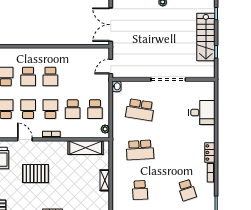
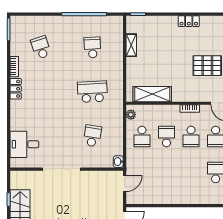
school desk: (50, 76) -> (191, 172), removed
school desk: (95, 109) -> (142, 136), turned 180
school desk: (140, 110) -> (92, 136), width x0.54
desk: (202, 112) -> (24, 144), moved
shelving: (105, 180) -> (131, 45), moved

